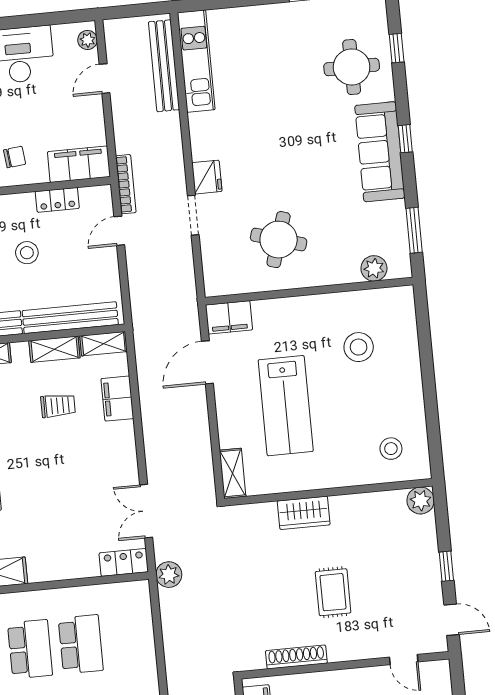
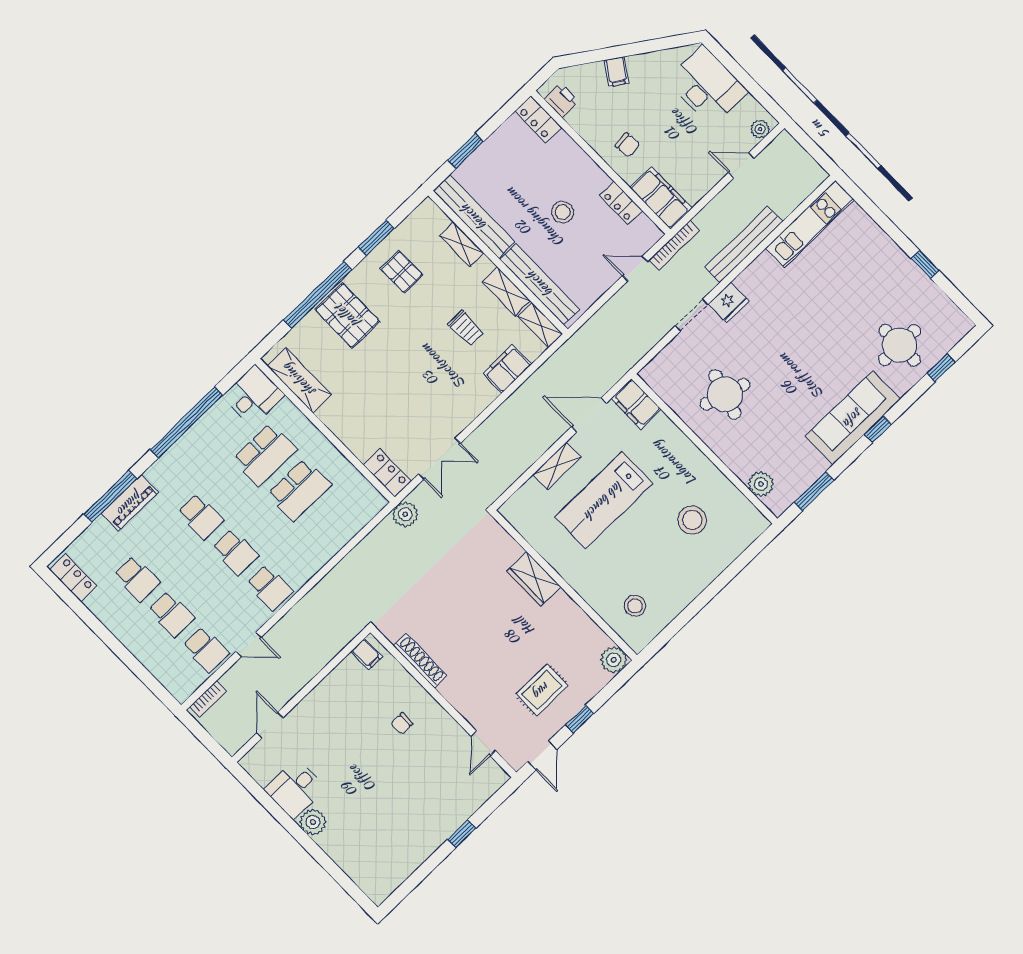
bench: (164, 66) -> (744, 244), moved
shelving: (233, 473) -> (557, 466), moved
double door: (146, 511) -> (440, 459), swing flipped
rug: (333, 592) -> (542, 690), moved

